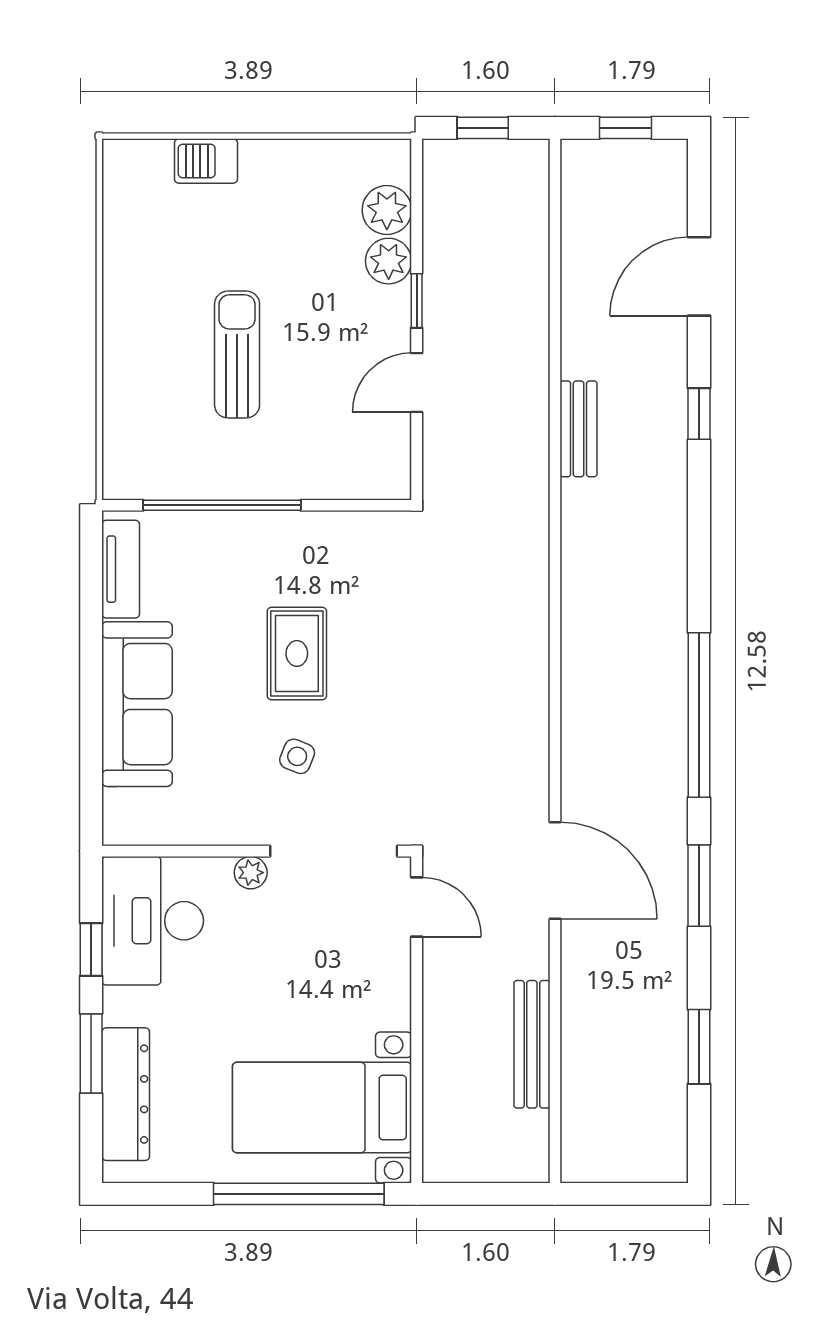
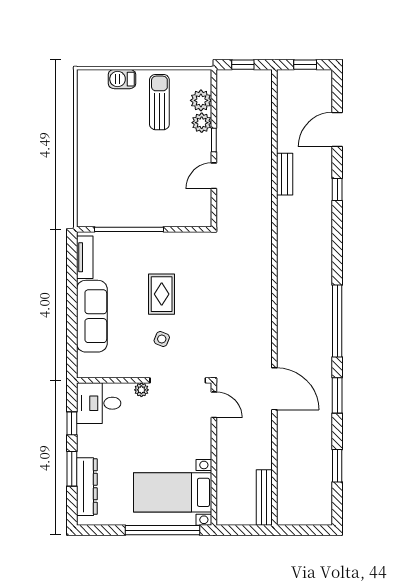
sun lounger: (237, 355) -> (159, 102), moved
bench: (579, 429) -> (285, 174), moved
desk: (153, 921) -> (99, 403), width x0.73
bench: (532, 1044) -> (264, 497), moved

